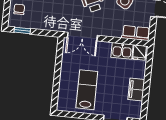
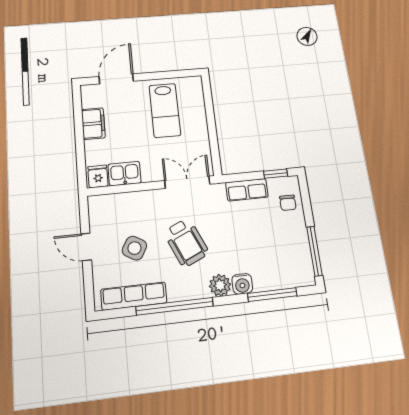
row of seats: (136, 33) -> (247, 190), moved

